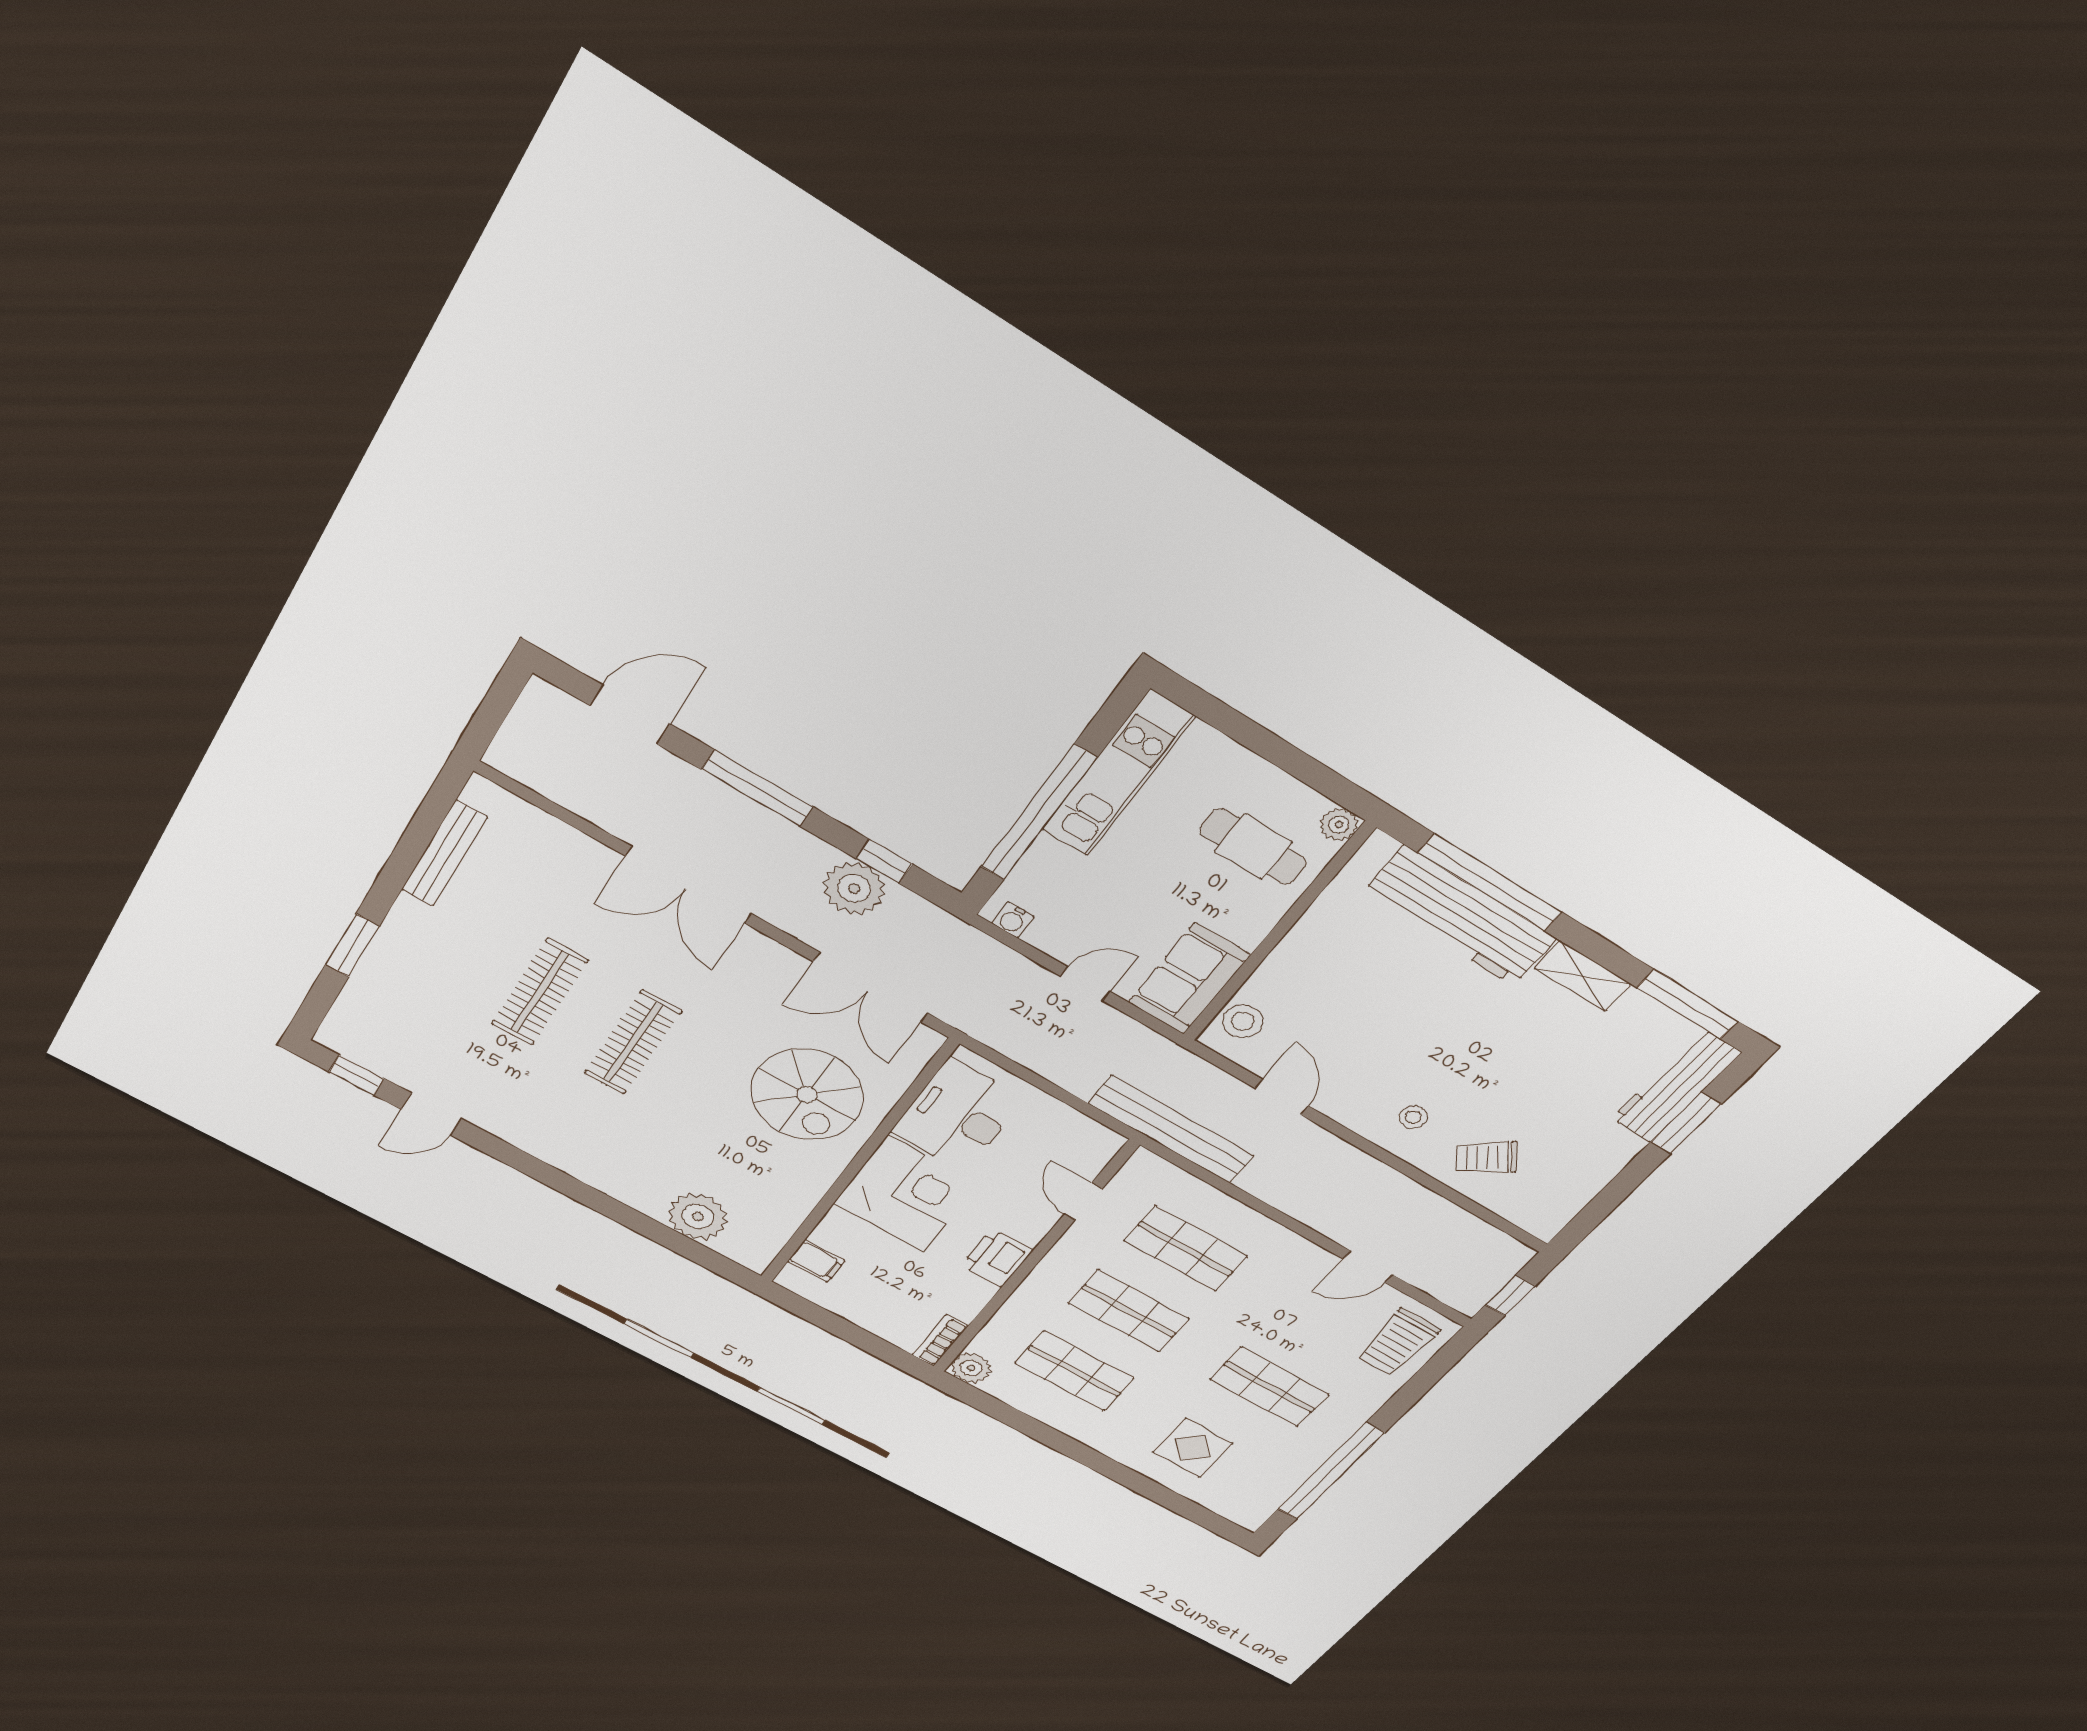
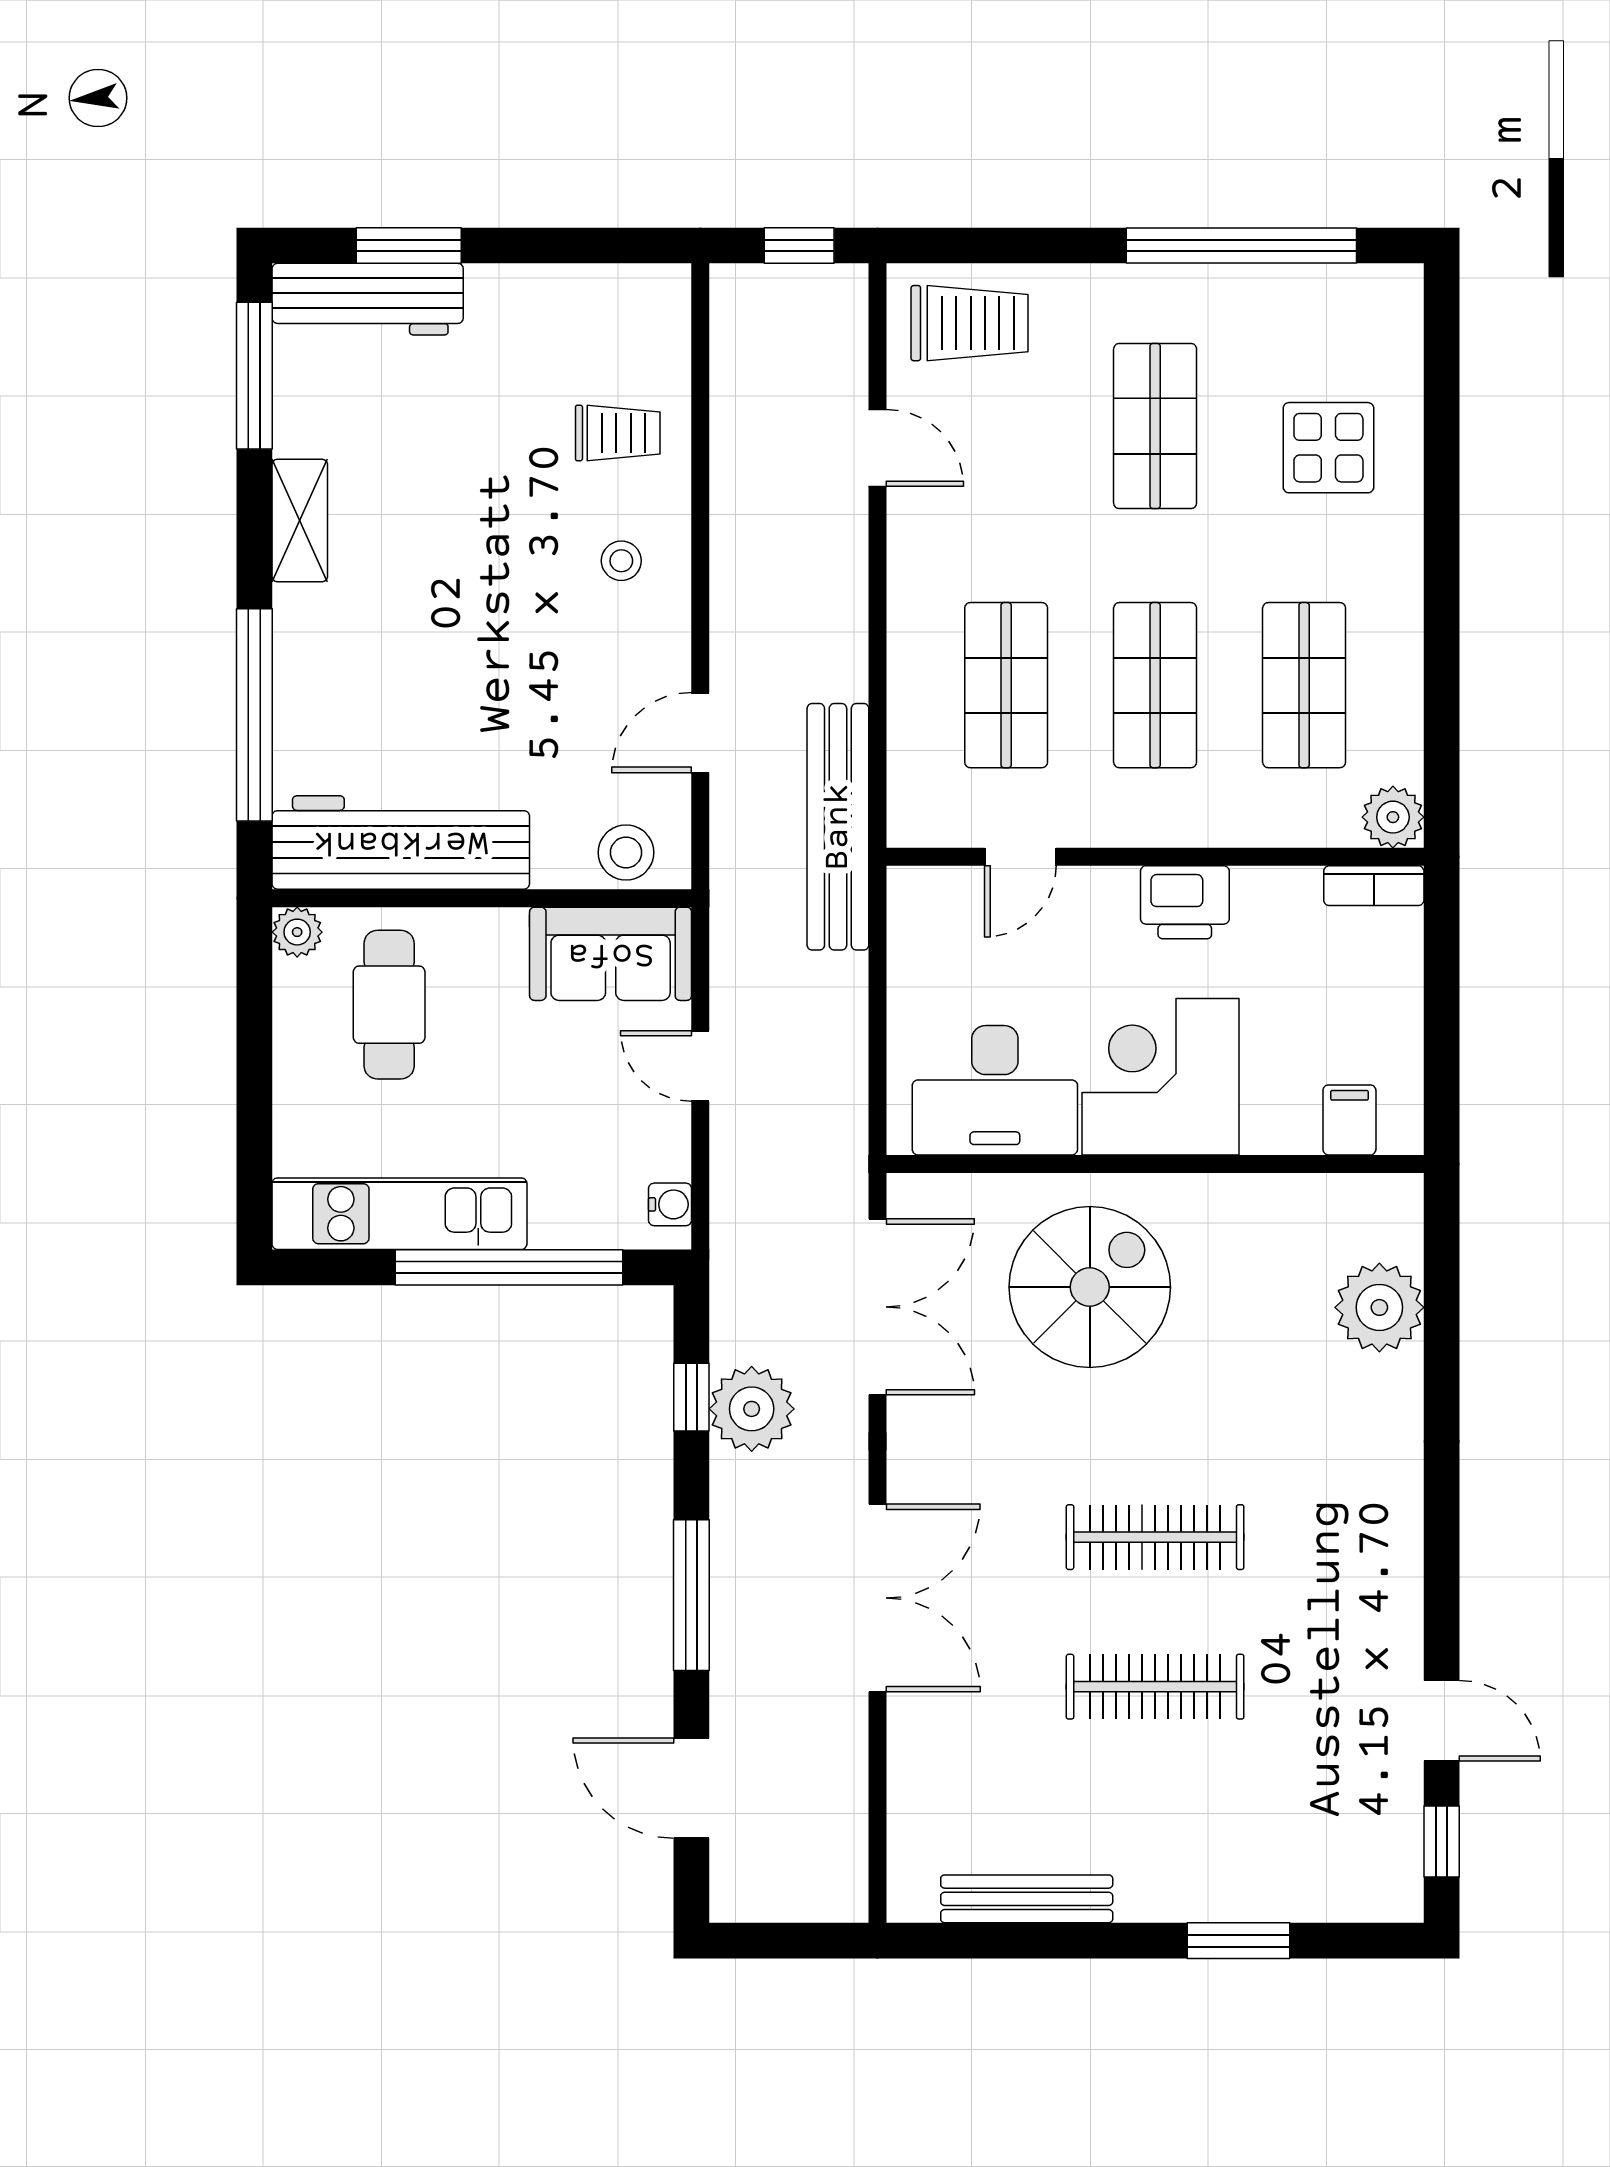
workbench: (1460, 916) -> (401, 842), moved, turned -90
trolley: (1487, 1157) -> (618, 433), turned -53

